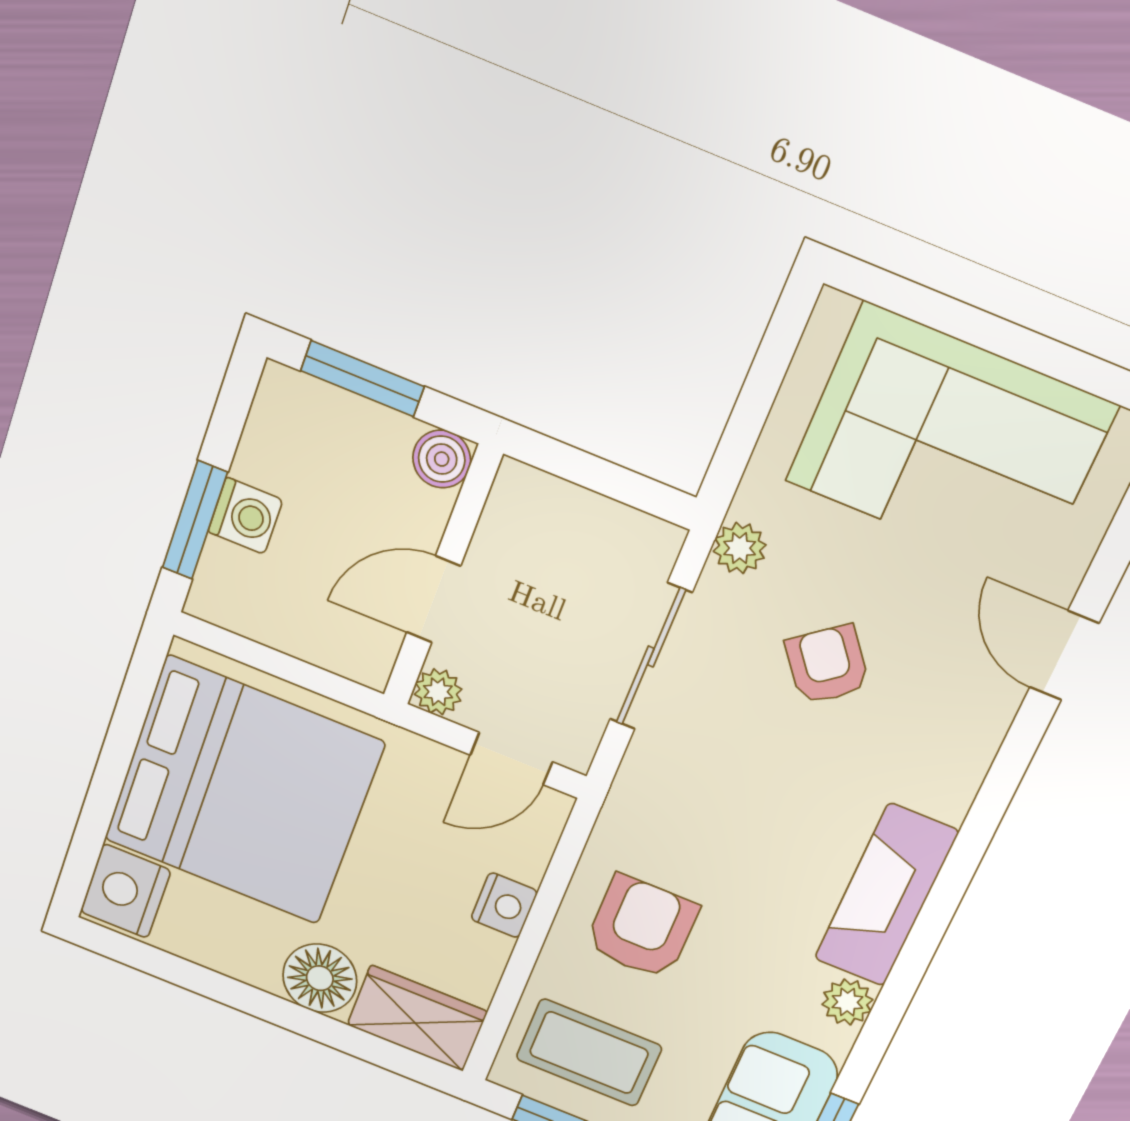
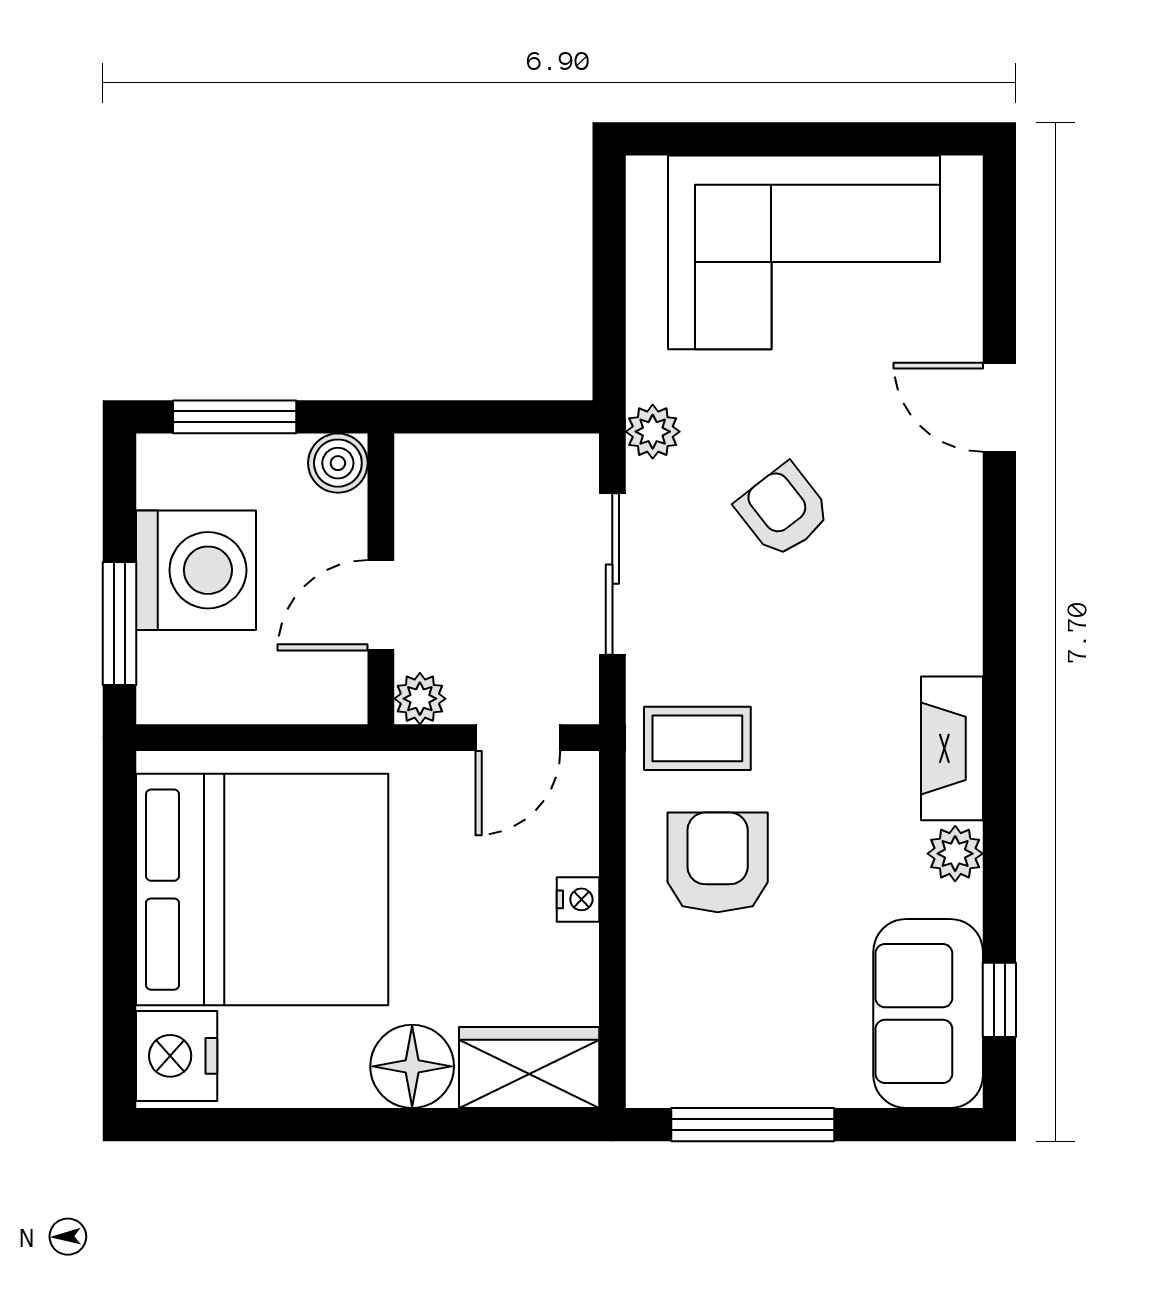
washing machine: (245, 516) -> (196, 570), width x1.89, depth x1.89
fireplace: (886, 895) -> (952, 748), width x0.73, depth x0.76
nightstand: (504, 905) -> (578, 899), width x0.72, depth x0.74
coffee table: (589, 1053) -> (697, 738), moved, width x0.73, depth x0.77

